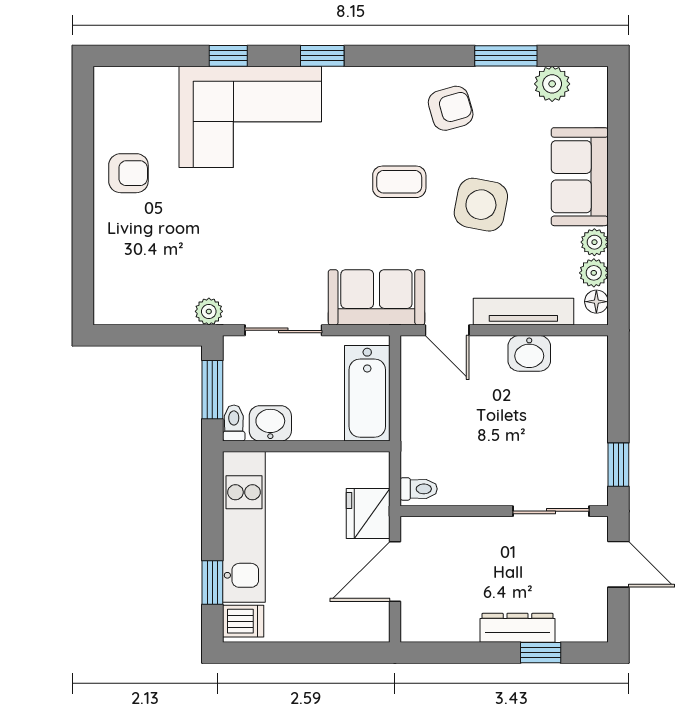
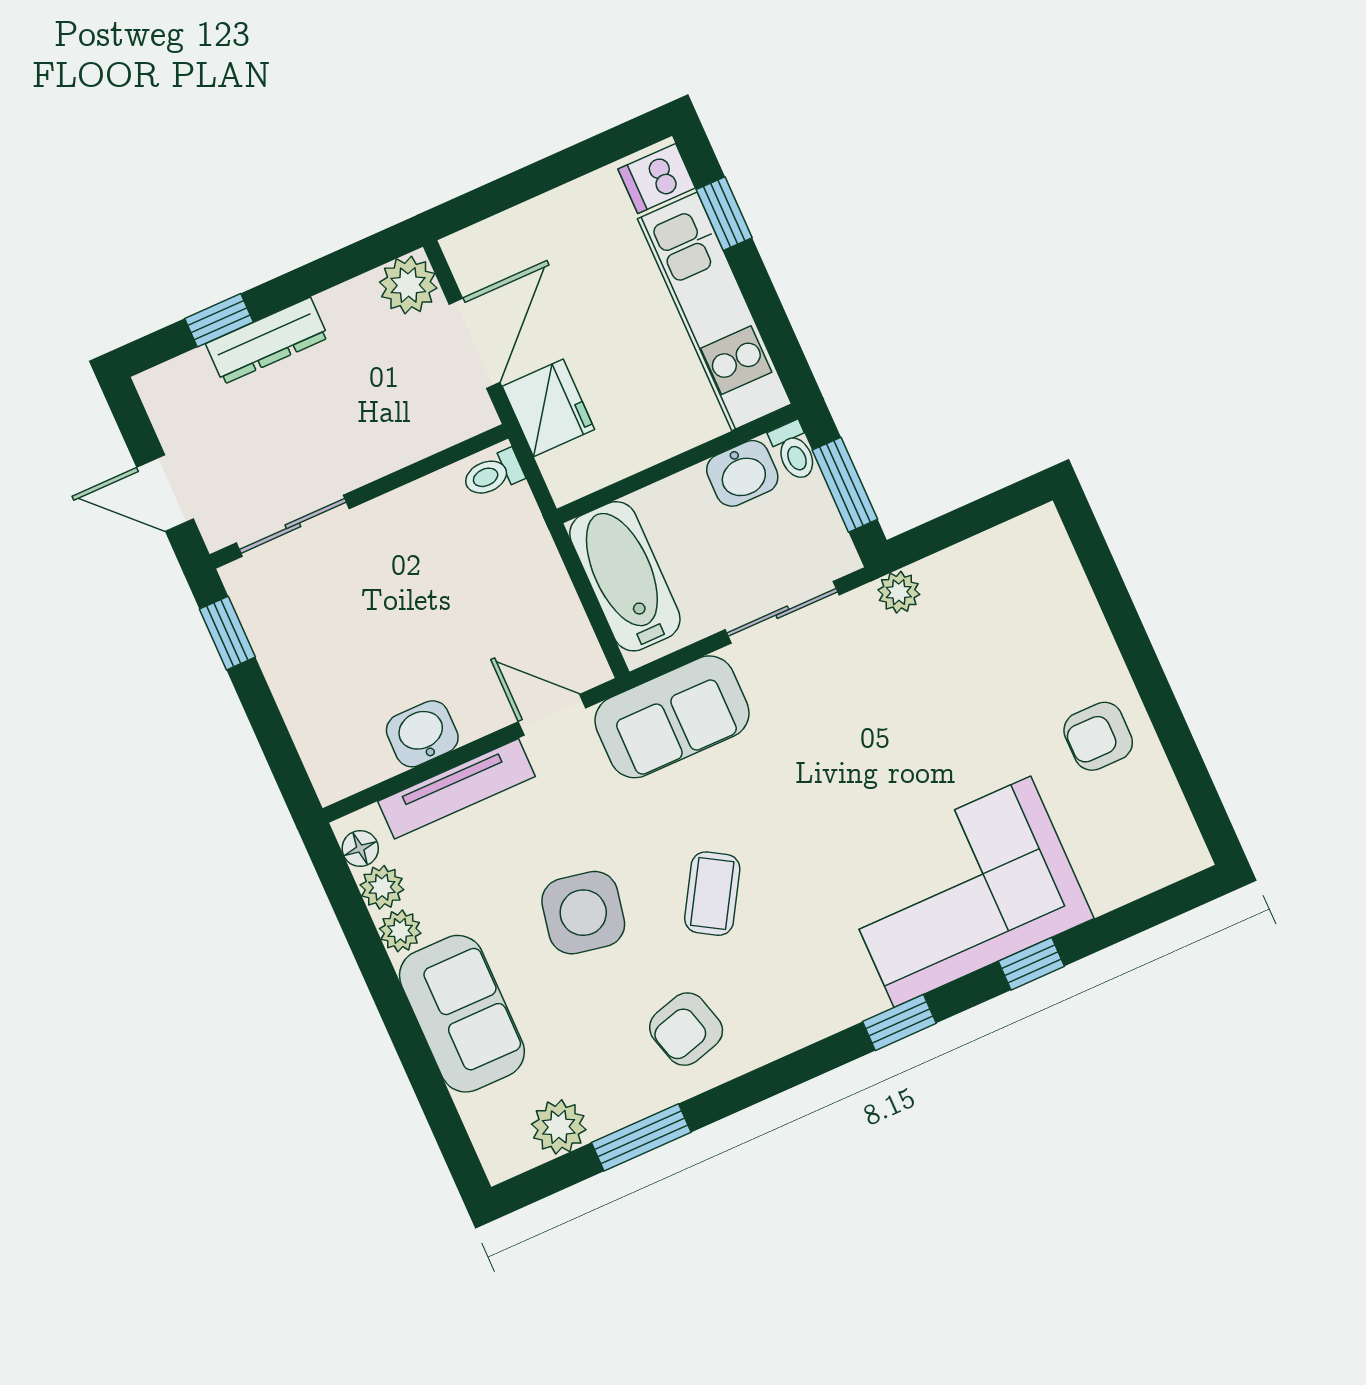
coffee table: (399, 182) -> (712, 894), turned -59
plant: (419, 624) -> (408, 285), added

